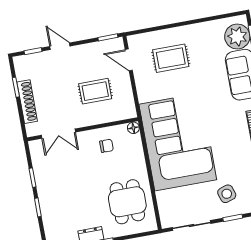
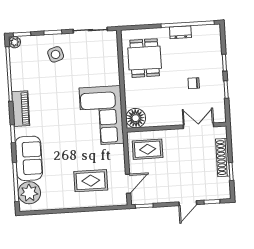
door: (60, 46) -> (188, 203), hinge flipped
door: (129, 60) -> (128, 184), hinge flipped
rug: (95, 91) -> (148, 149), moved
floor lamp: (133, 128) -> (136, 118), width x1.89, depth x1.89
corner sofa: (178, 142) -> (101, 116), width x0.73, depth x0.74
chair: (106, 146) -> (194, 83), moved

